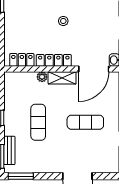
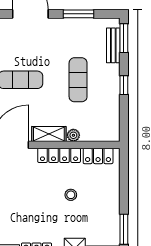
stool: (63, 21) -> (71, 195), moved
window: (21, 176) -> (79, 14), moved

